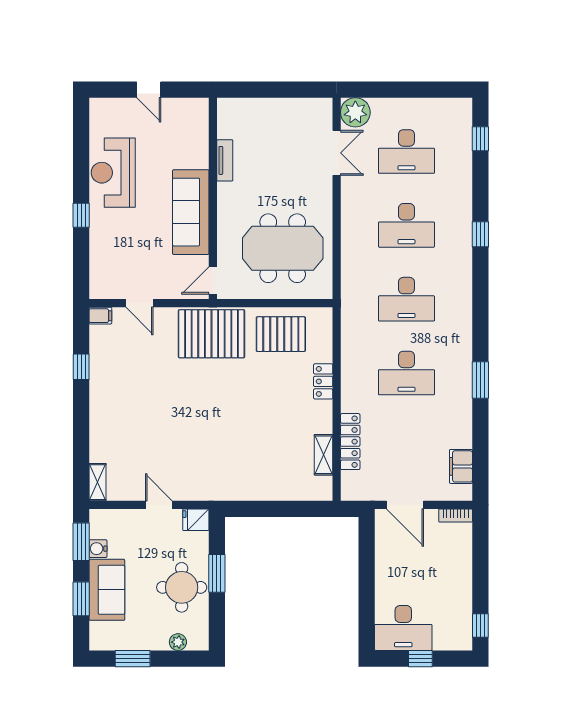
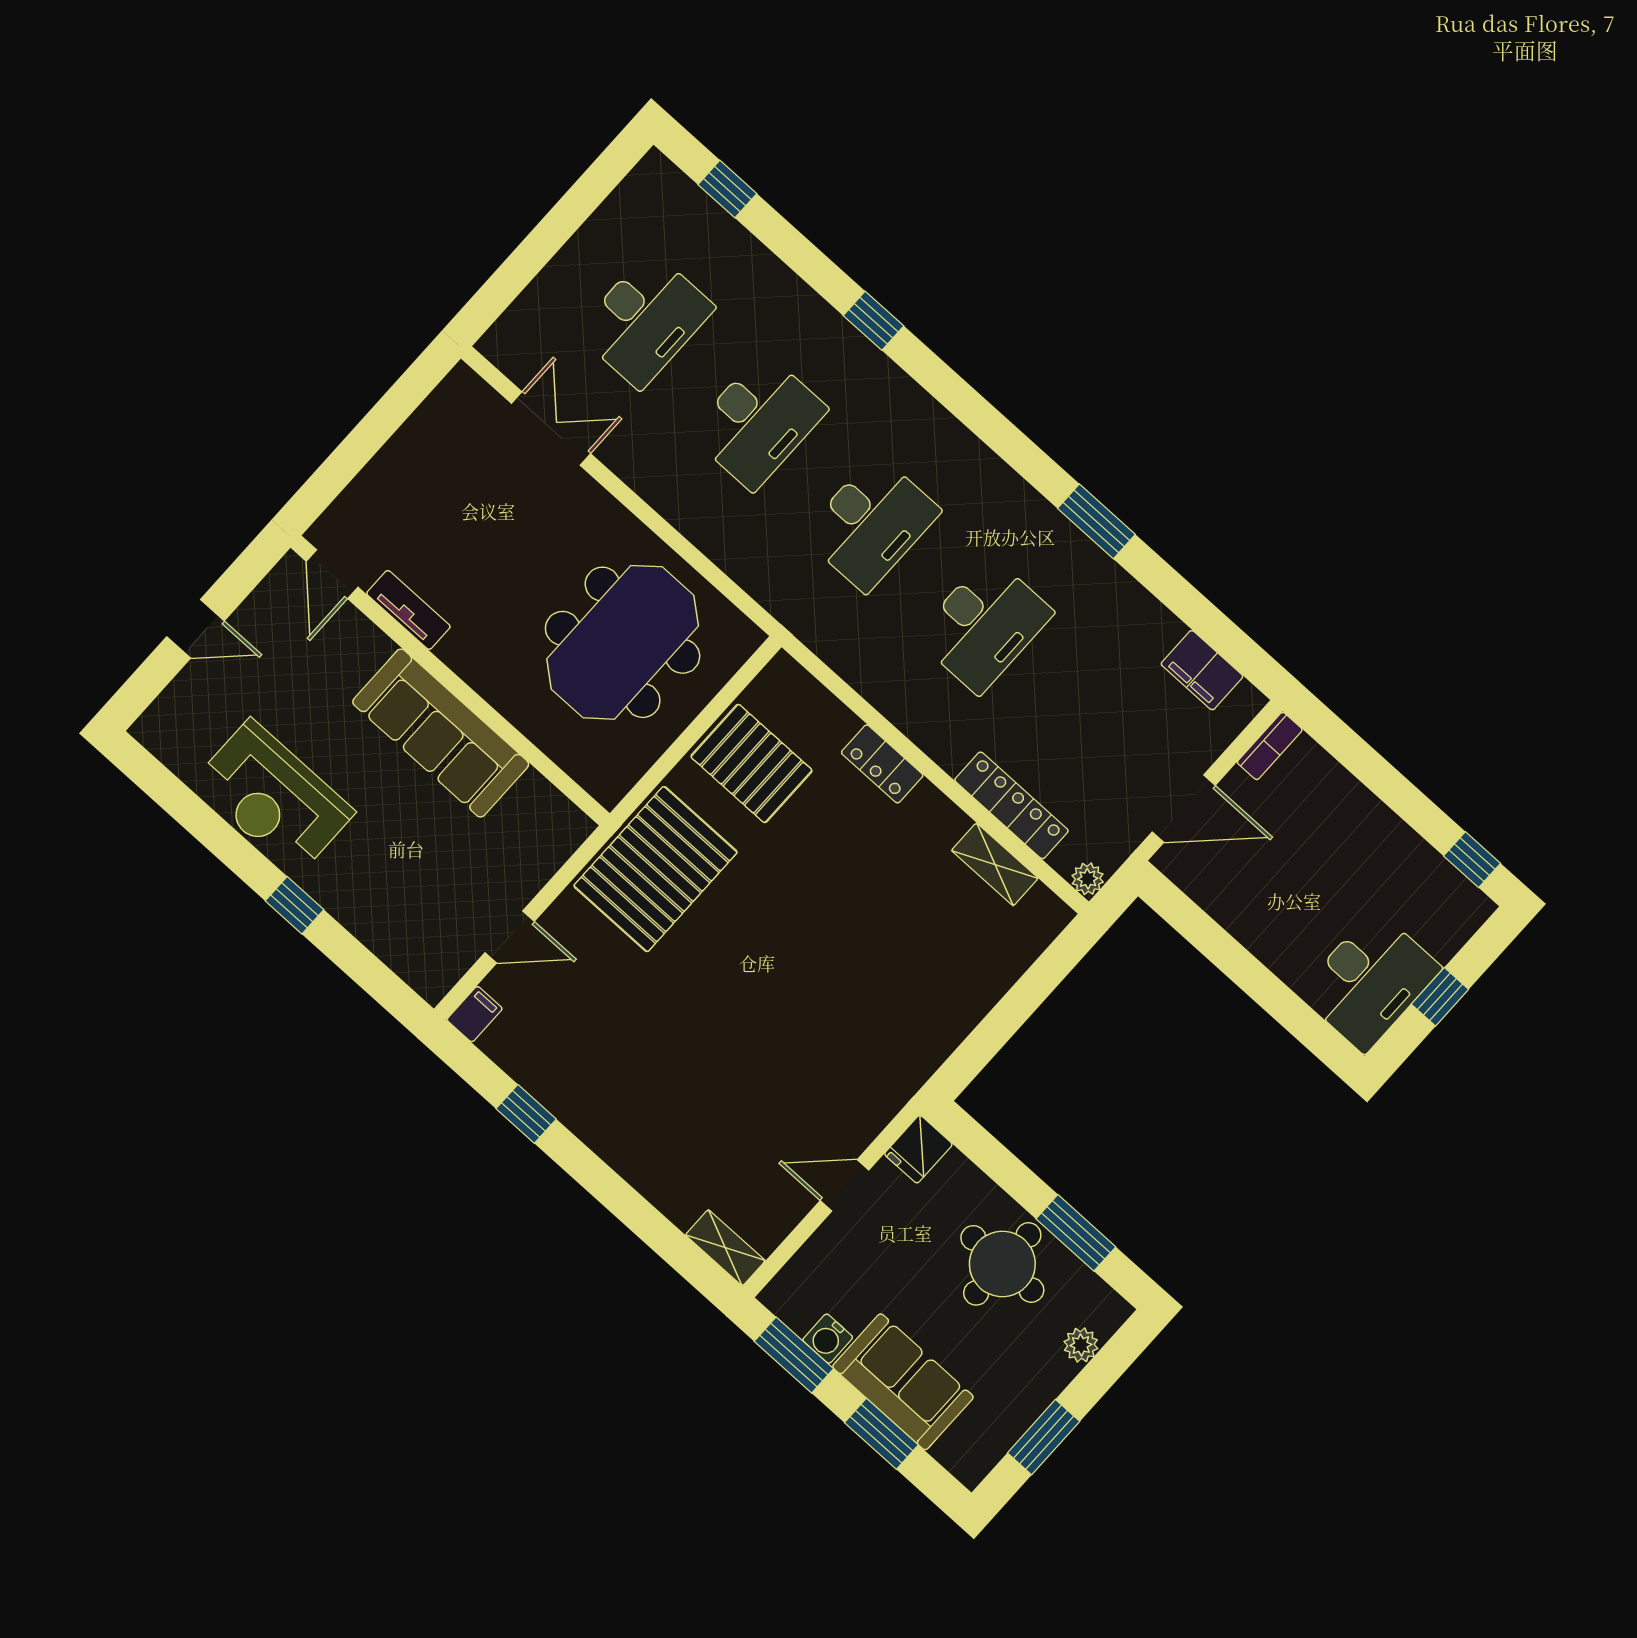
plant: (355, 112) -> (1088, 879), moved, width x0.53, depth x0.53
door: (213, 280) -> (332, 574), moved
pallet: (281, 334) -> (751, 763), turned 90
window: (217, 573) -> (1076, 1233), moved

